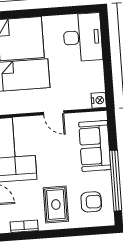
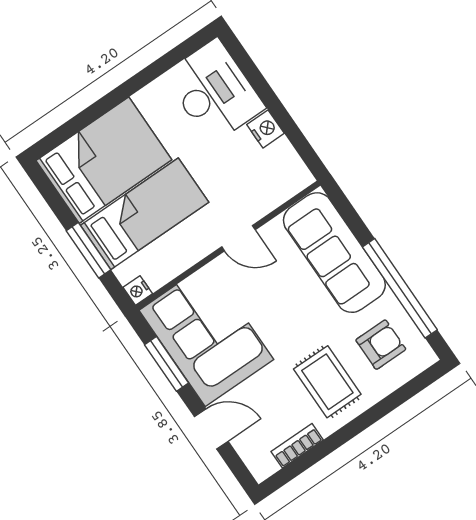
nightstand: (99, 100) -> (265, 129), moved
sofa: (95, 146) -> (334, 253), width x1.36

